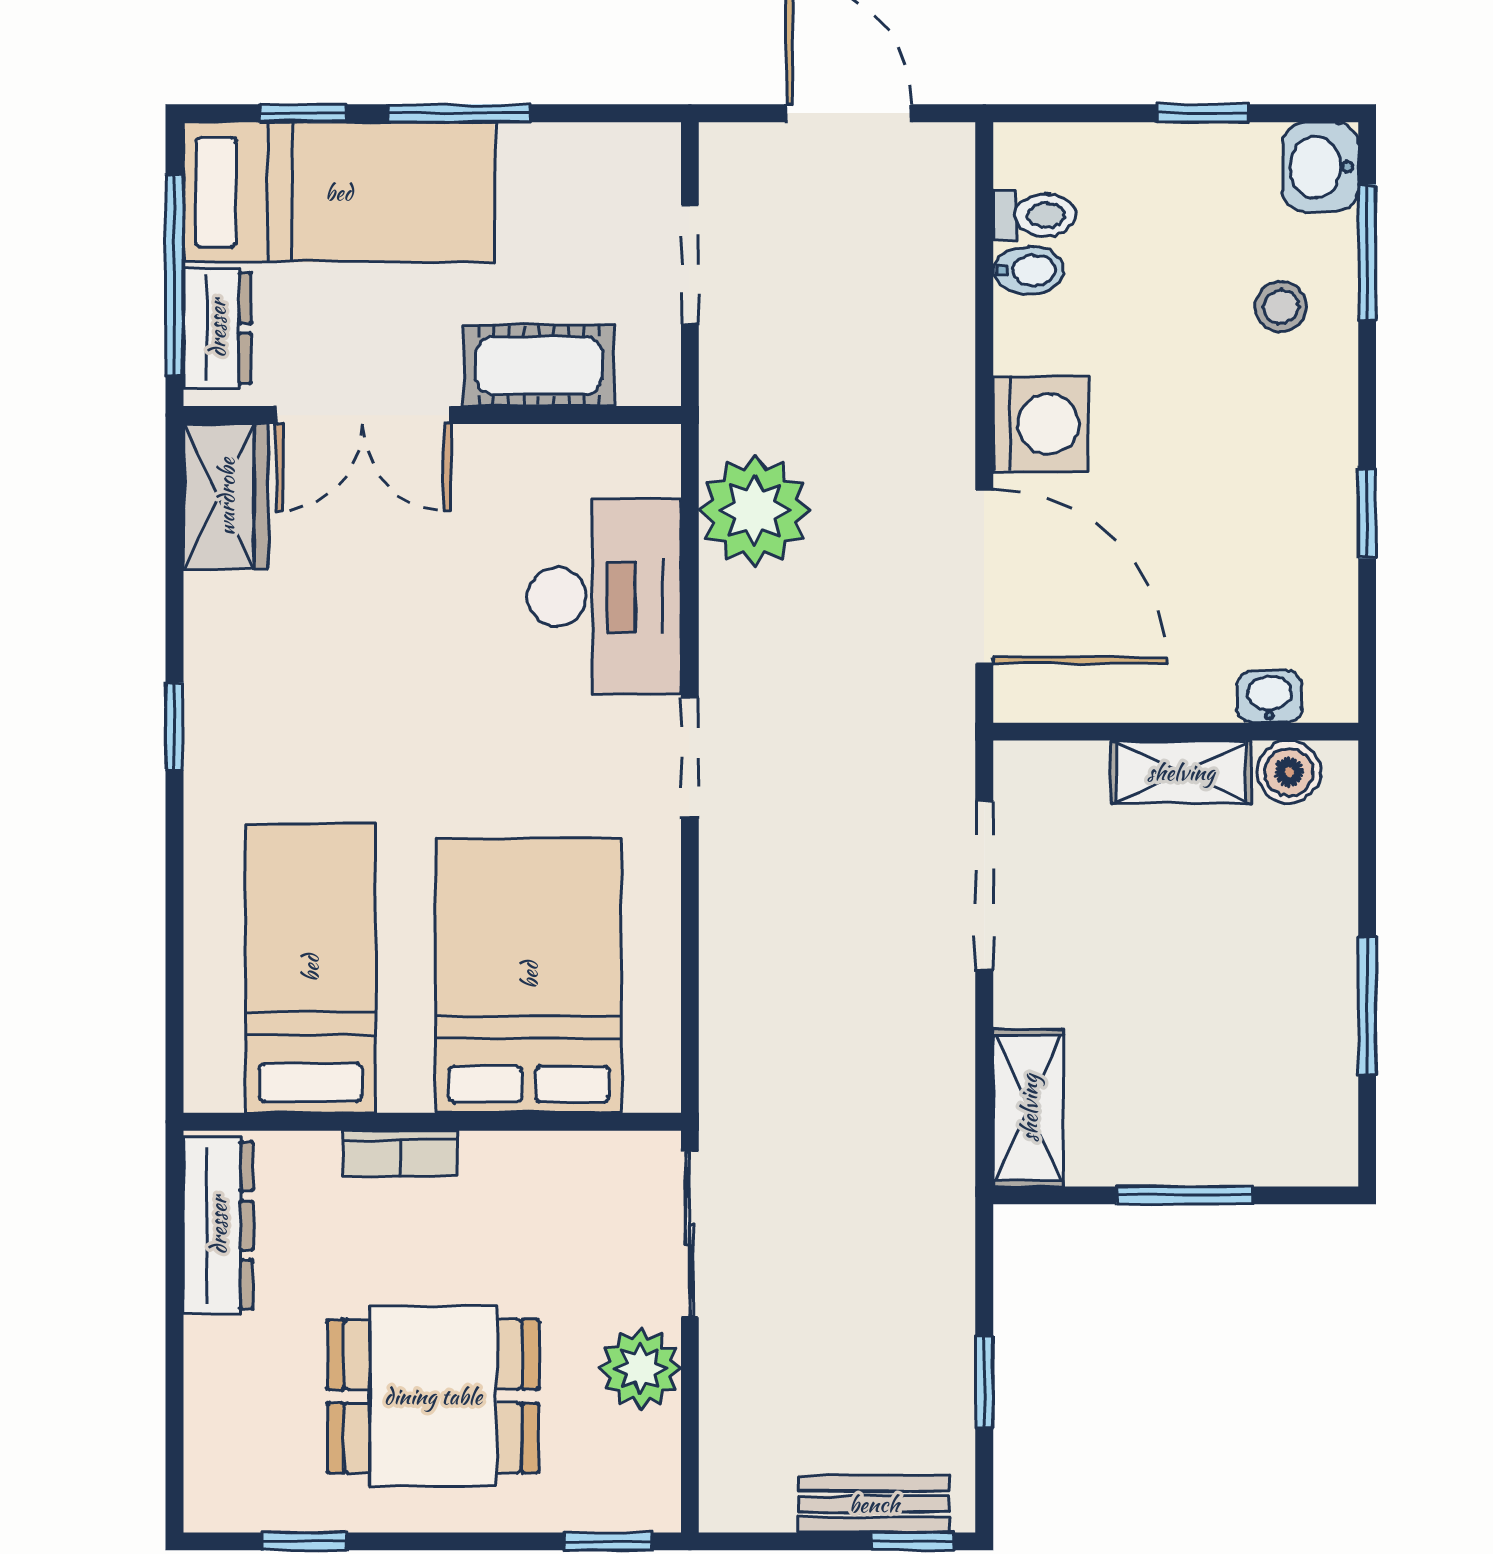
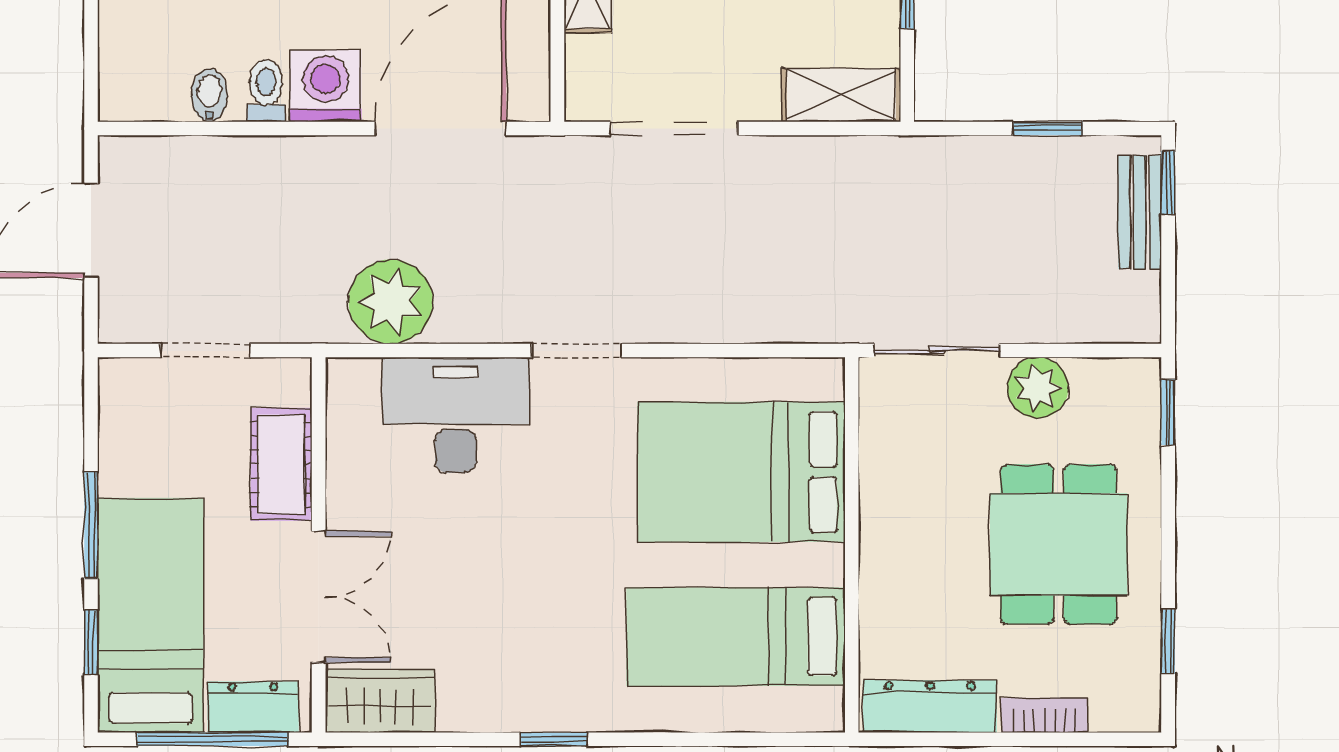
toilet: (1034, 215) -> (266, 91), moved
bookcase: (400, 1154) -> (1044, 715), moved, turned -90

